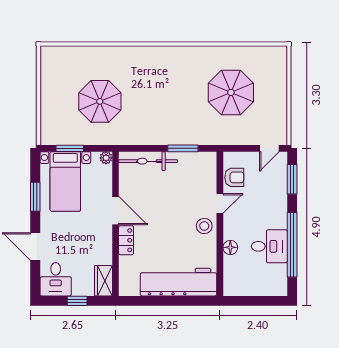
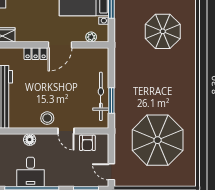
parasol: (231, 92) -> (158, 140), width x1.36, depth x1.36
parasol: (100, 101) -> (163, 31), moved
plant: (106, 158) -> (91, 37), moved
bicycle: (148, 161) -> (101, 96), moved

